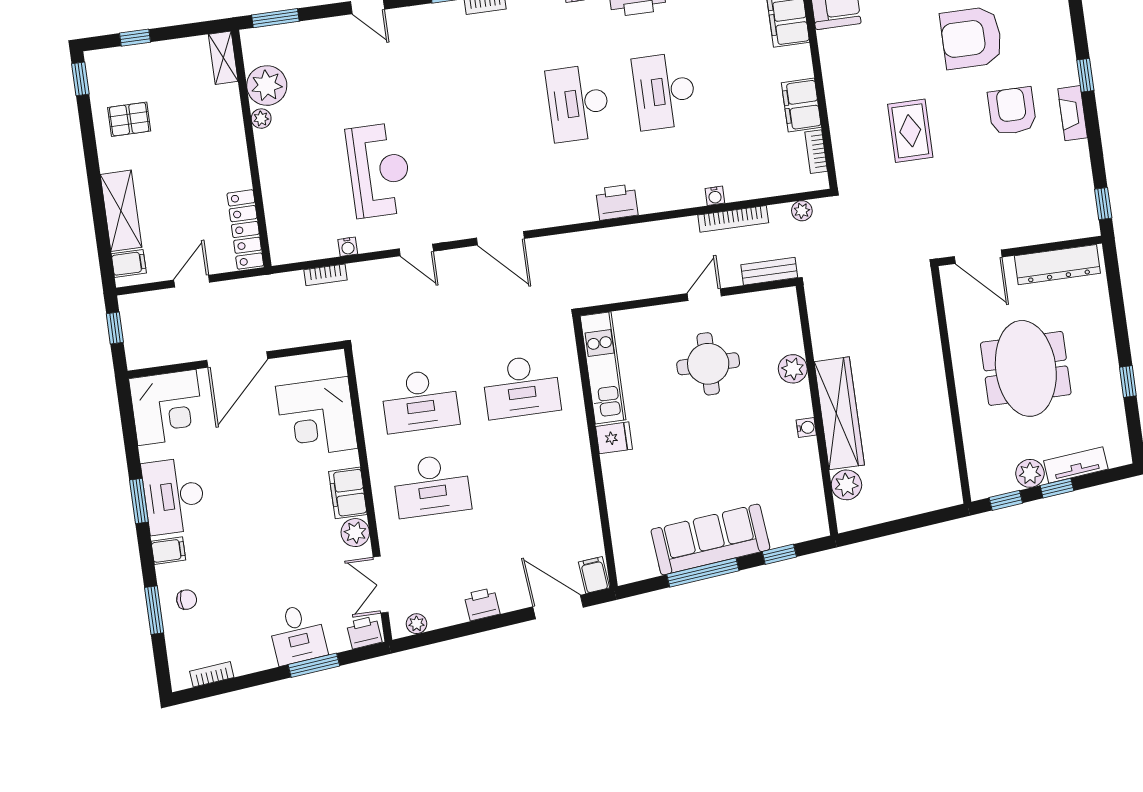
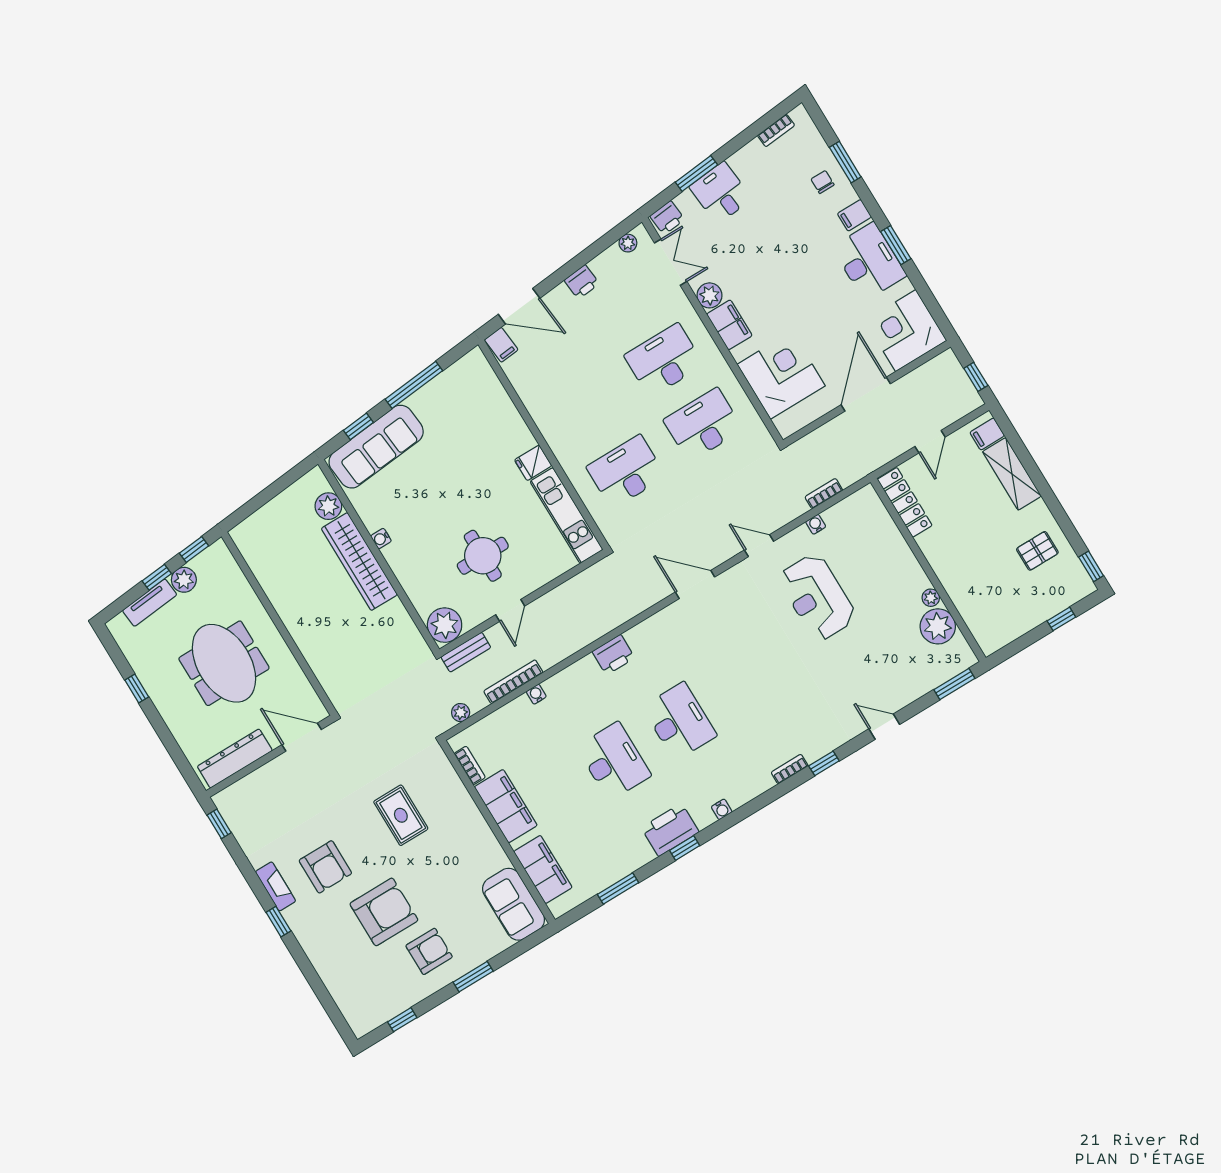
shelving: (223, 58) -> (983, 634), removed
filing cabinet: (801, 105) -> (506, 806), width x1.50, depth x1.17
plant: (793, 369) -> (445, 625), moved, width x1.36, depth x1.36
sofa: (710, 540) -> (376, 447), moved
chair: (187, 600) -> (823, 182), turned 90

